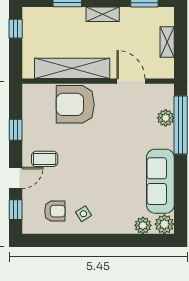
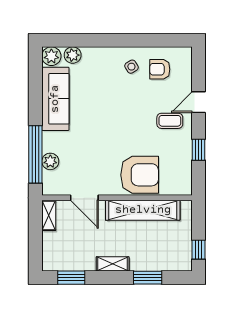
shelving: (167, 42) -> (49, 215), moved
window: (16, 210) -> (199, 71), removed

